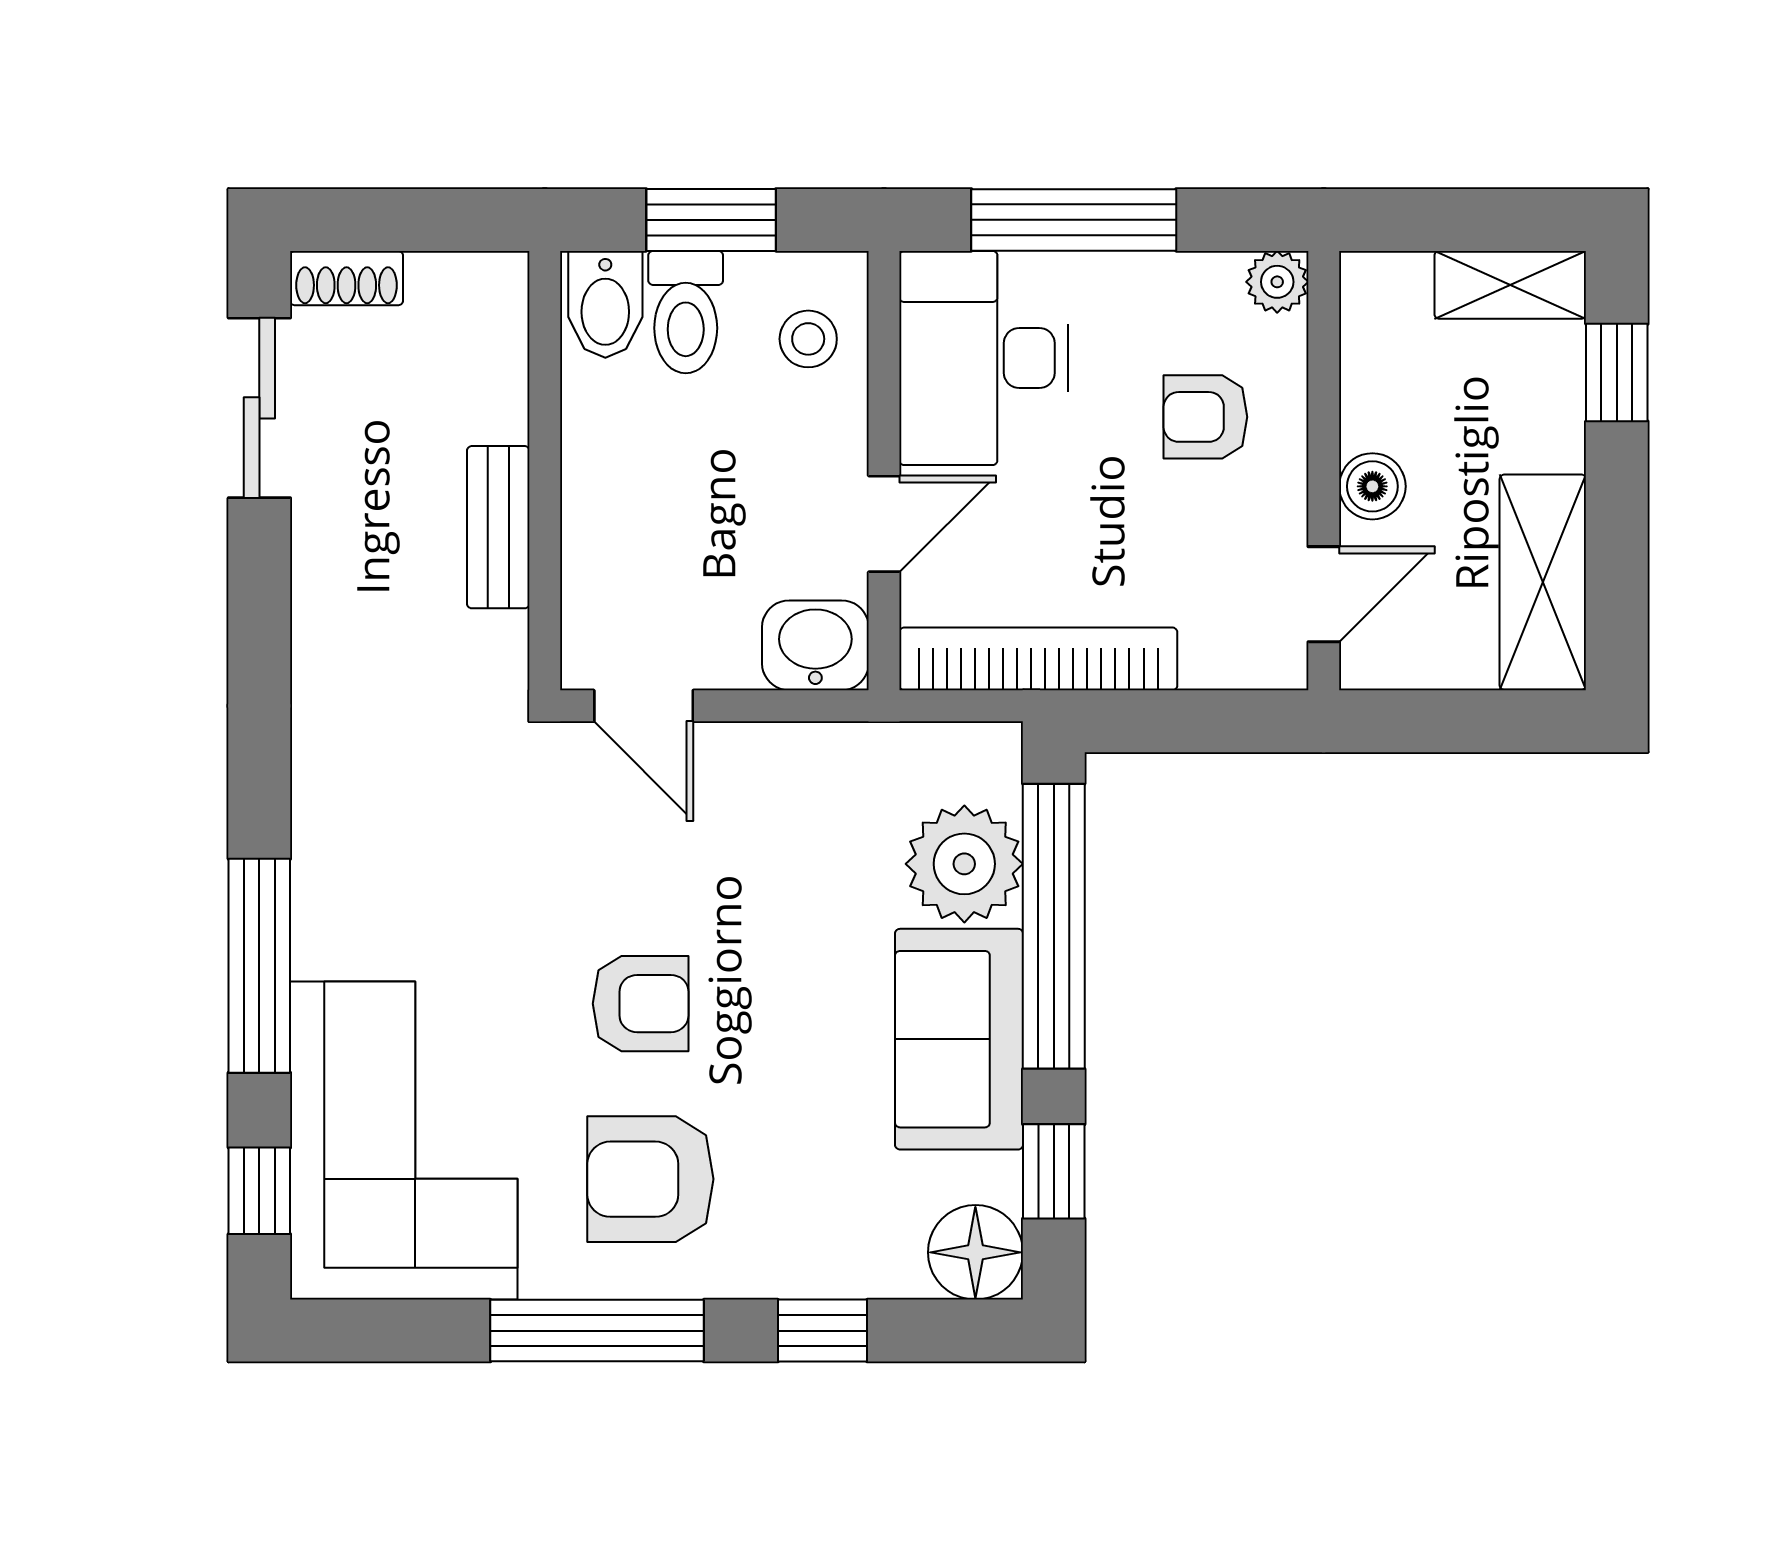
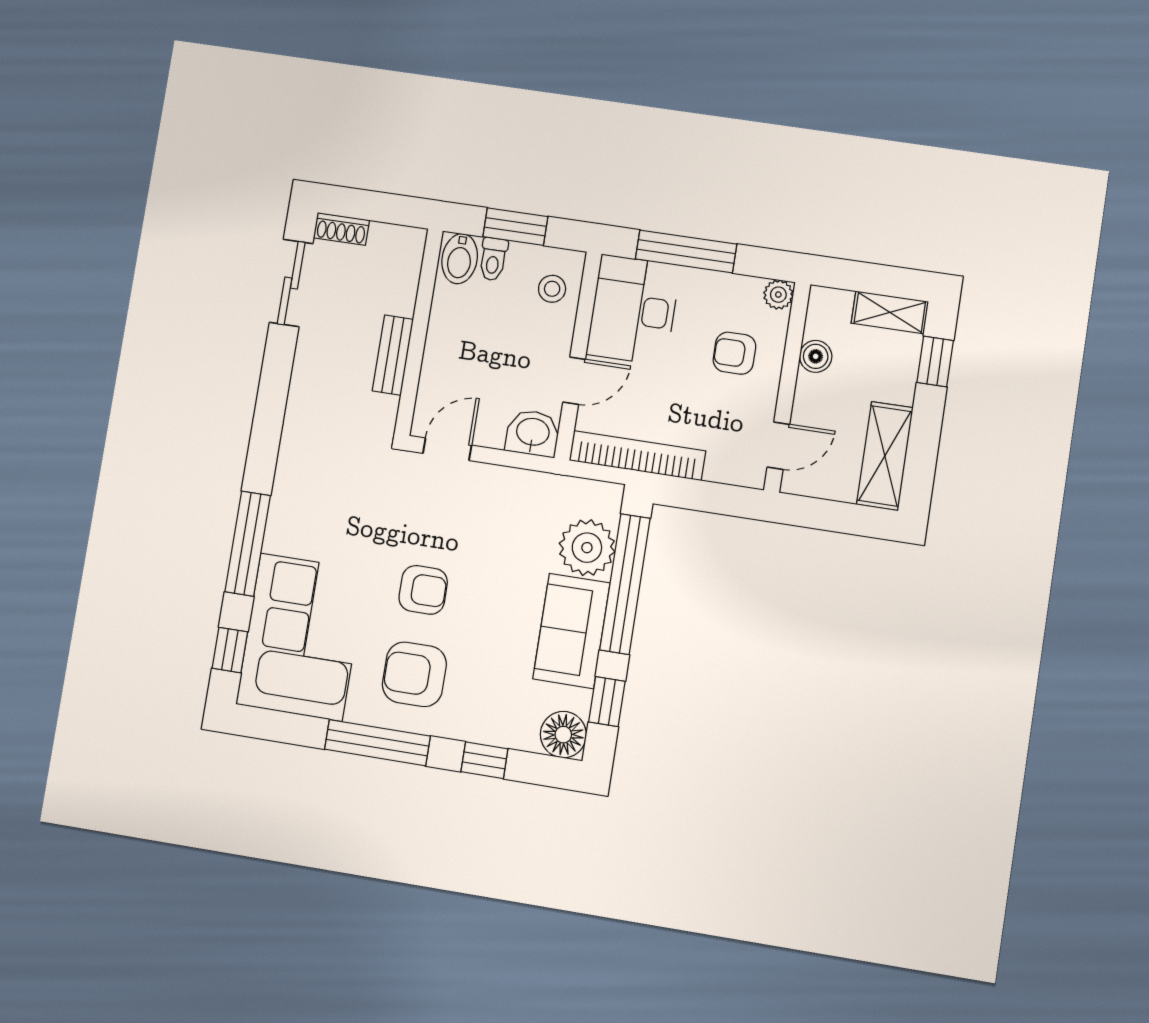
toilet: (686, 312) -> (493, 259), width x0.73, depth x0.72
boiler: (1372, 486) -> (816, 356), moved
door: (644, 706) -> (447, 449), swing flipped

